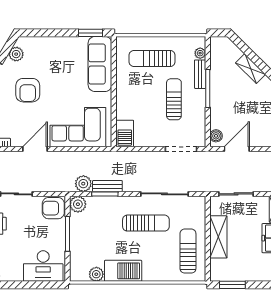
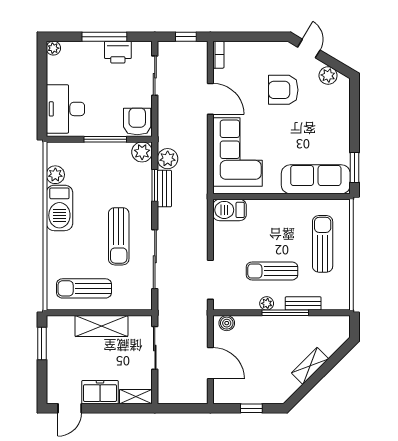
plant: (200, 53) -> (267, 303), moved
sun lounger: (174, 99) -> (272, 271), turned 180
door: (237, 149) -> (210, 363), moved
sun lounger: (188, 251) -> (84, 288), turned 180

